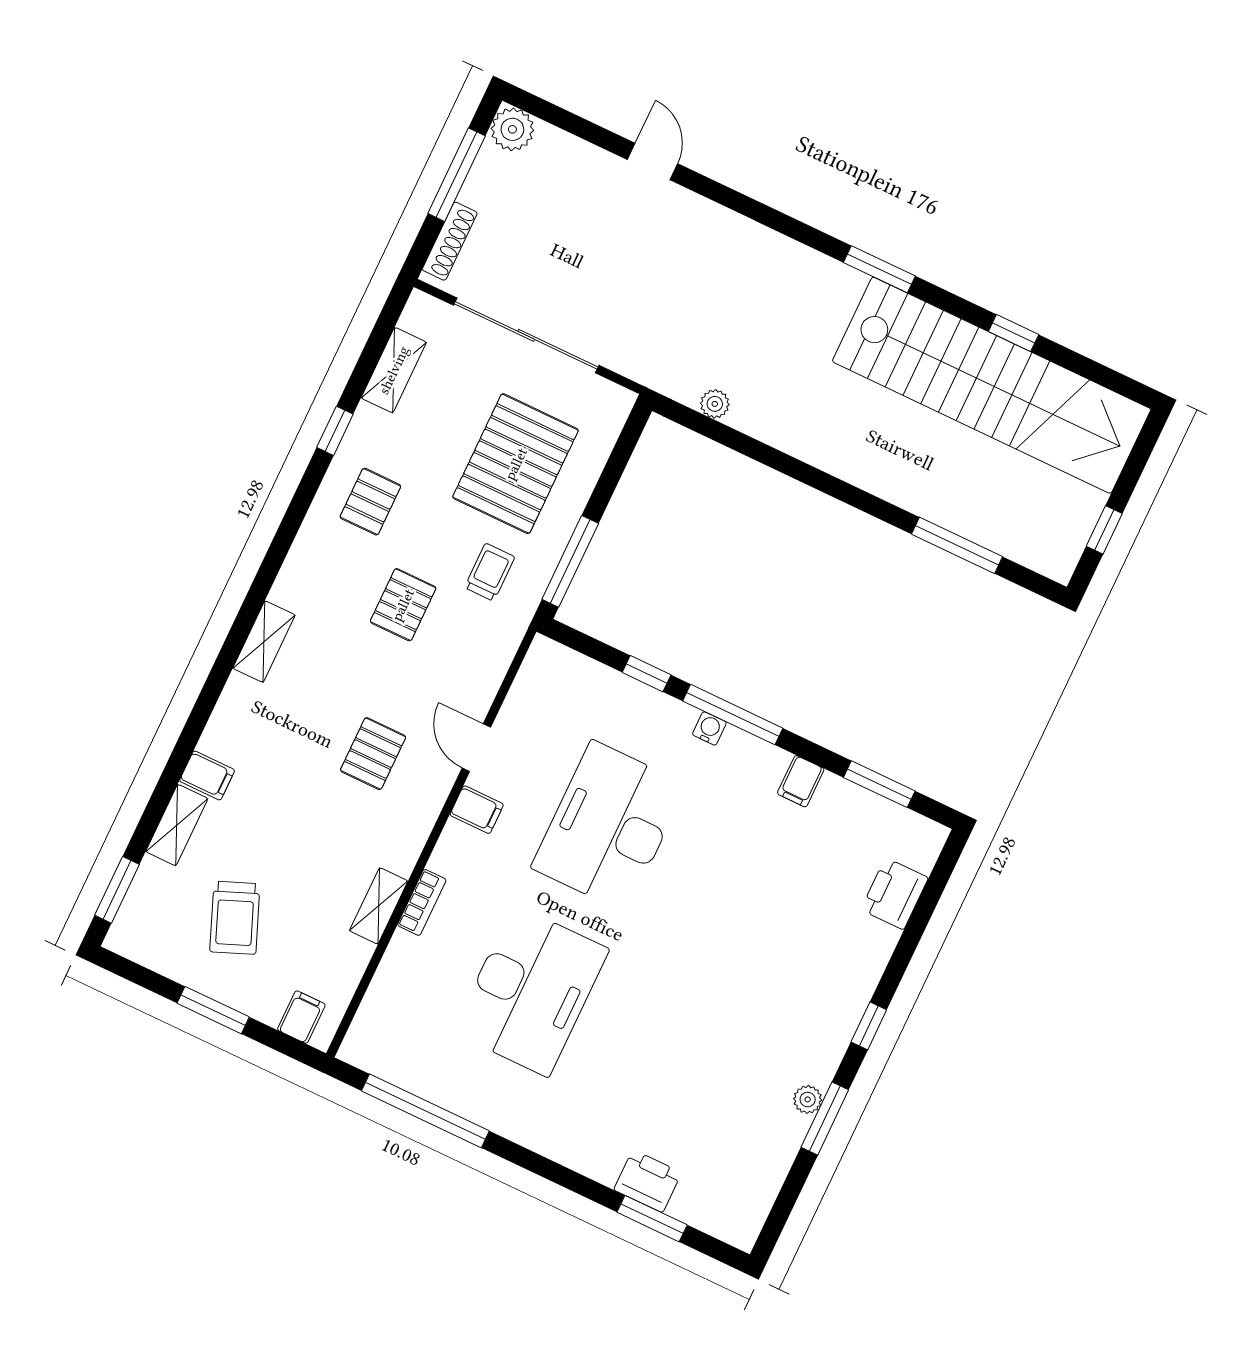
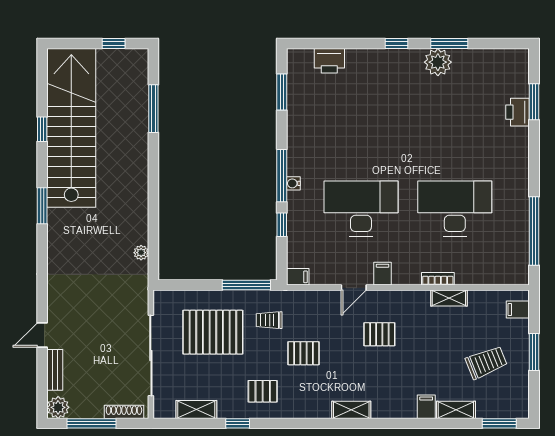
bench: (581, 155) -> (55, 370), added
filing cabinet: (801, 781) -> (298, 277), moved
desk: (609, 826) -> (361, 209), turned 180
plant: (808, 1099) -> (438, 62), width x1.87, depth x1.87

